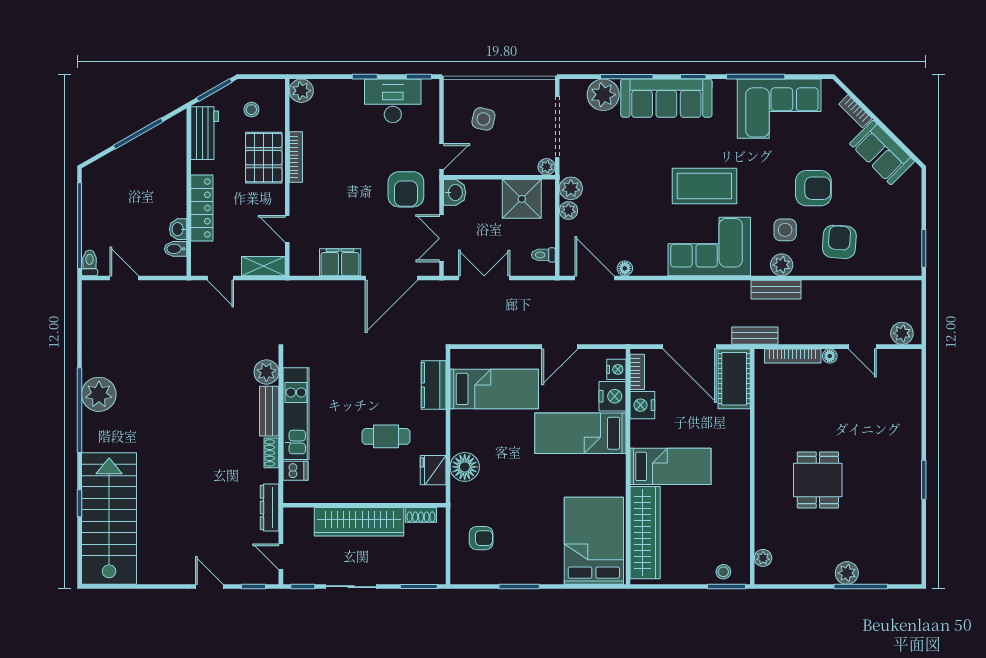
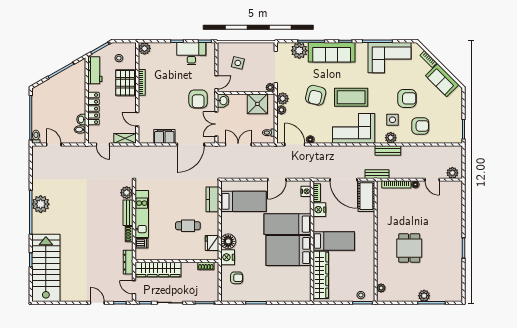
armchair: (635, 182) -> (316, 95), added
armchair: (839, 242) -> (420, 126), turned 86
nightstand: (613, 396) -> (228, 257), moved, turned 180
wardrobe: (359, 522) -> (158, 269), moved
bed: (594, 541) -> (288, 251), moved, turned -90

